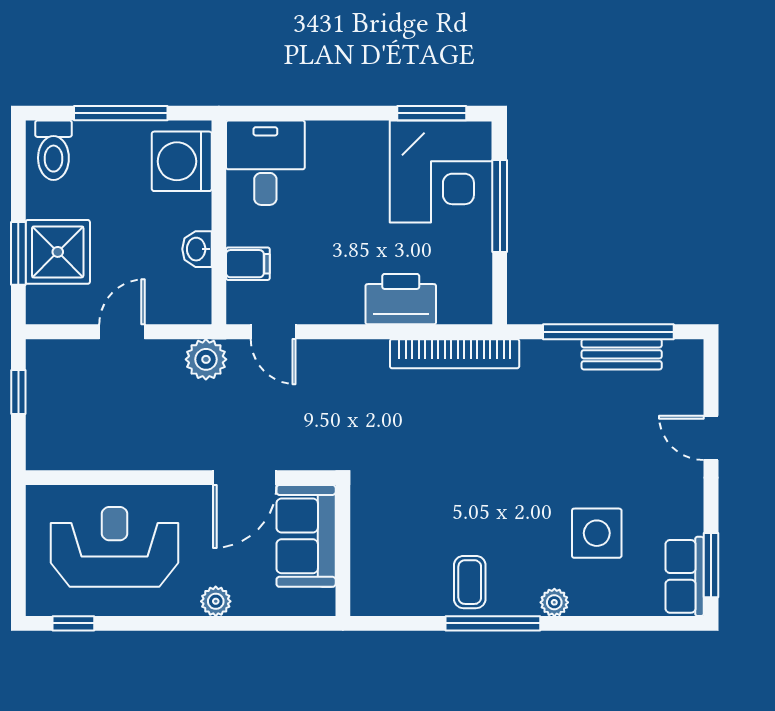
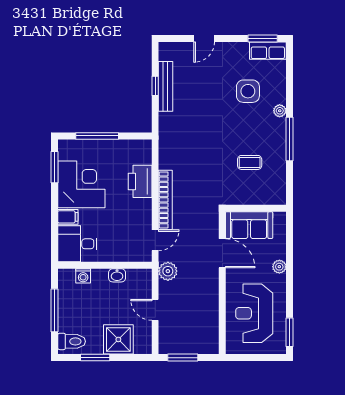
washing machine: (182, 161) -> (83, 276), width x0.53, depth x0.53
corner desk: (441, 172) -> (81, 184), moved
window: (18, 253) -> (95, 358), moved
filing cabinet: (248, 264) -> (68, 217), moved, turned 90
window: (608, 332) -> (155, 86), width x0.32
bookcase: (455, 354) -> (165, 200), moved
bench: (622, 354) -> (166, 86), width x1.36
window: (18, 392) -> (183, 358), width x1.50
coffee table: (470, 582) -> (250, 162), moved
window: (73, 623) -> (289, 332), width x1.50

